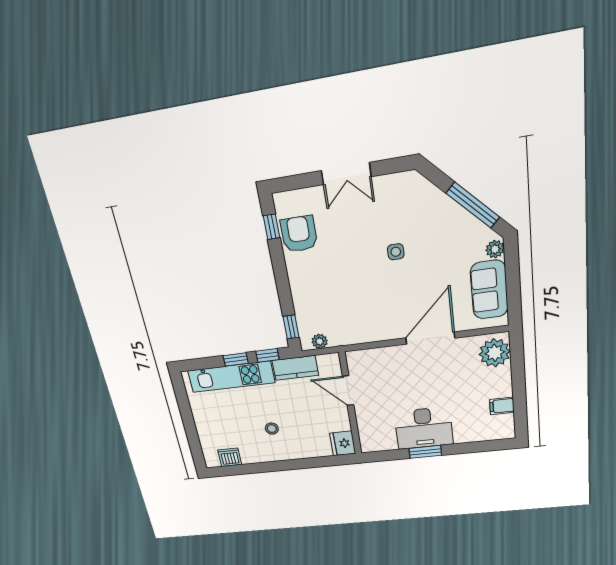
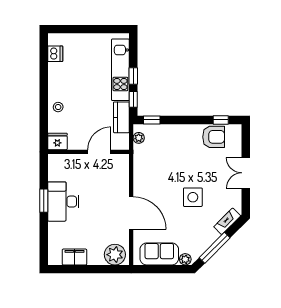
fireplace: (428, 191) -> (227, 221), added
side table: (396, 252) -> (193, 197), width x1.87, depth x1.87
filing cabinet: (502, 406) -> (74, 257), width x2.00
stool: (272, 429) -> (58, 107), moved

